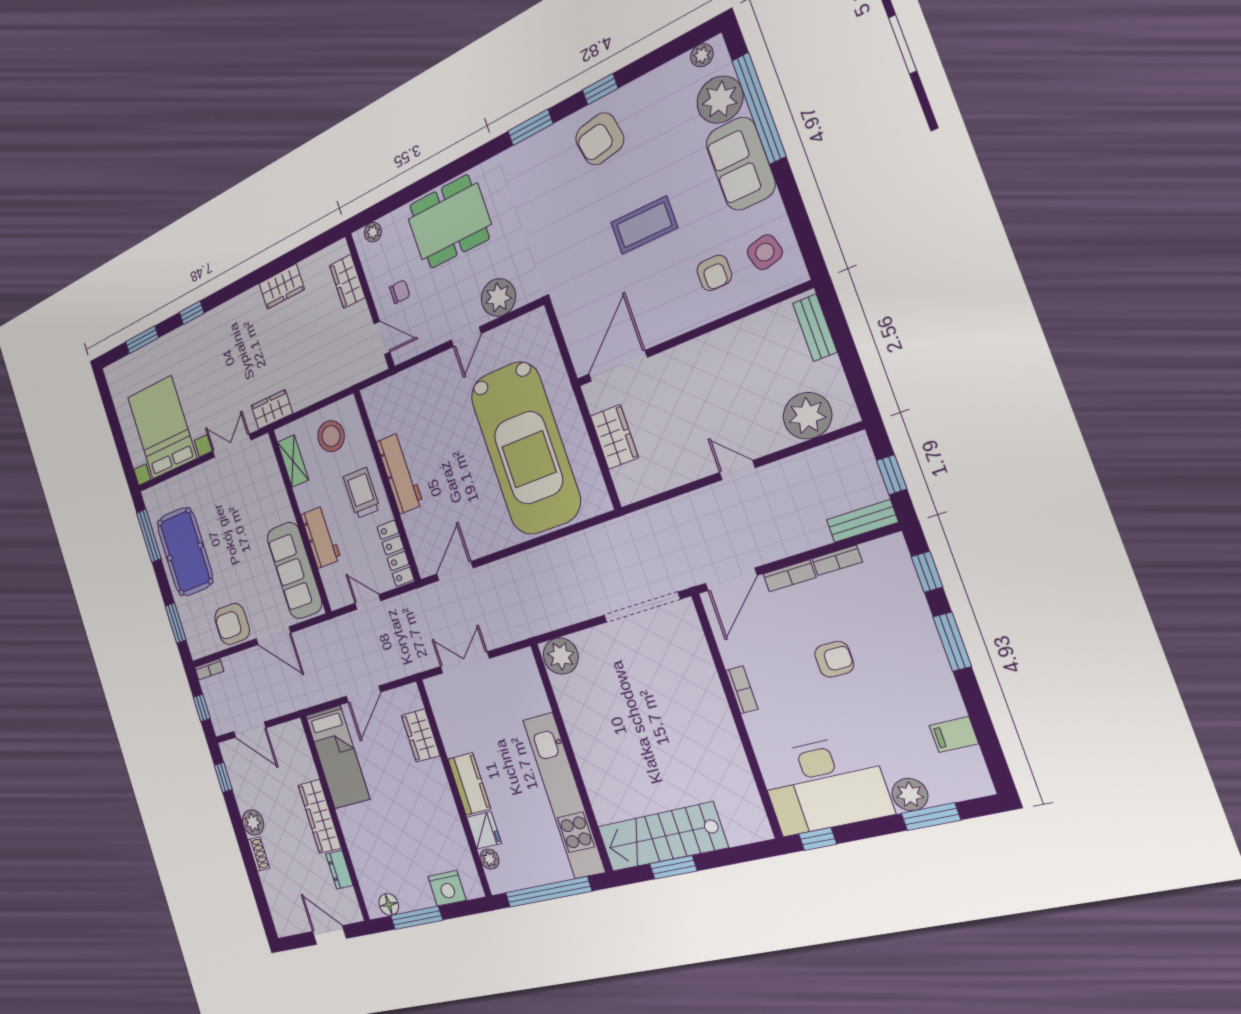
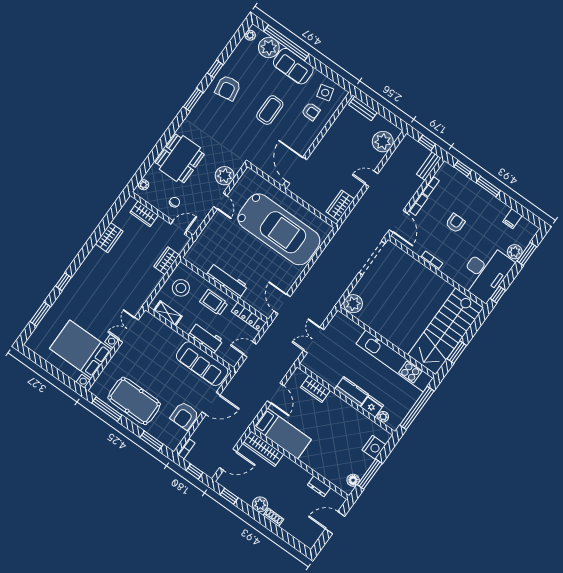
wardrobe: (272, 410) -> (167, 261), moved
wardrobe: (614, 437) -> (340, 205), moved, turned -90
wardrobe: (320, 816) -> (263, 449), moved
stairs: (662, 837) -> (446, 331), width x1.36, depth x1.51

